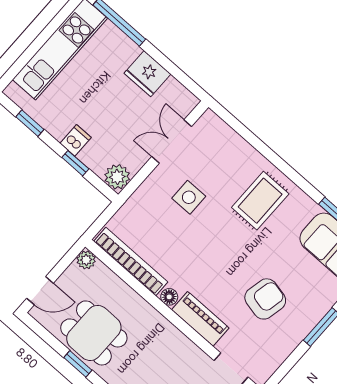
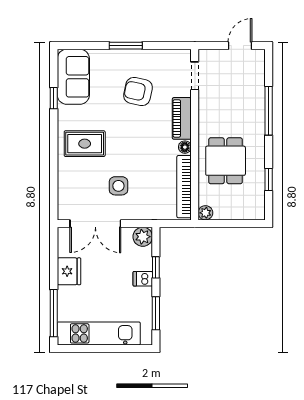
window: (30, 123) -> (156, 313), width x1.50
double door: (172, 142) -> (95, 224), width x1.37
door: (40, 291) -> (246, 224), removed
dining table: (94, 333) -> (226, 161), moved
window: (78, 364) -> (269, 180), moved

